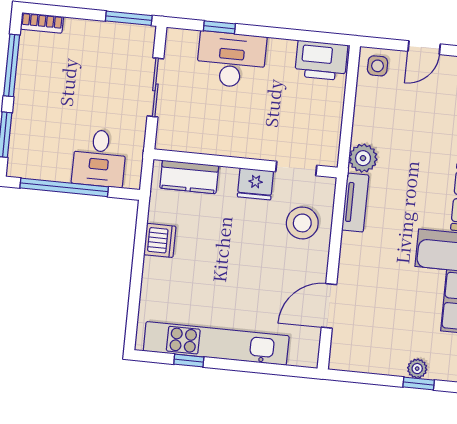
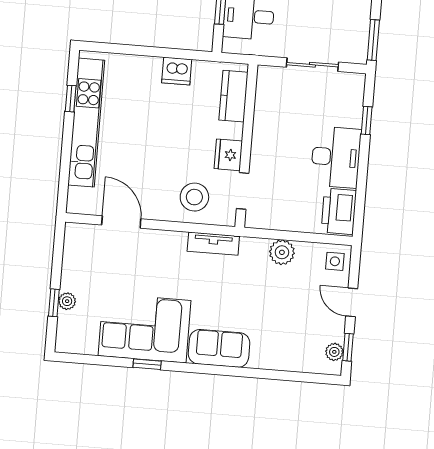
desk: (231, 60) -> (336, 157), moved
plant: (363, 158) -> (282, 252), moved

